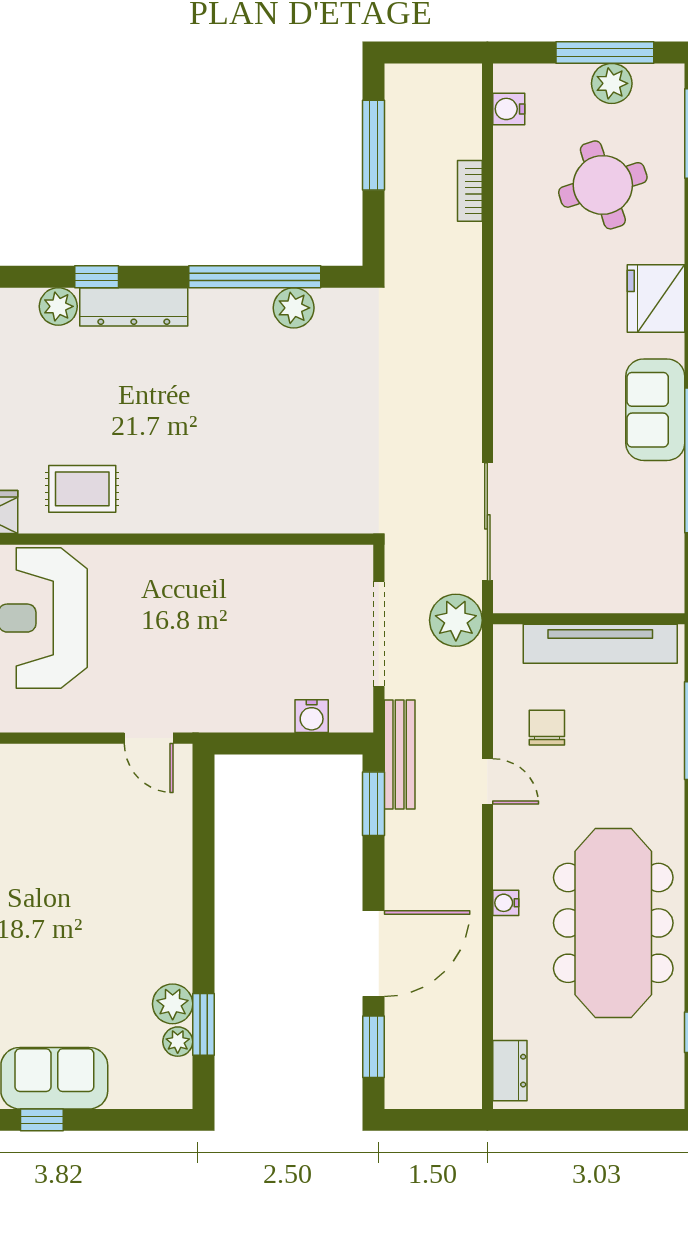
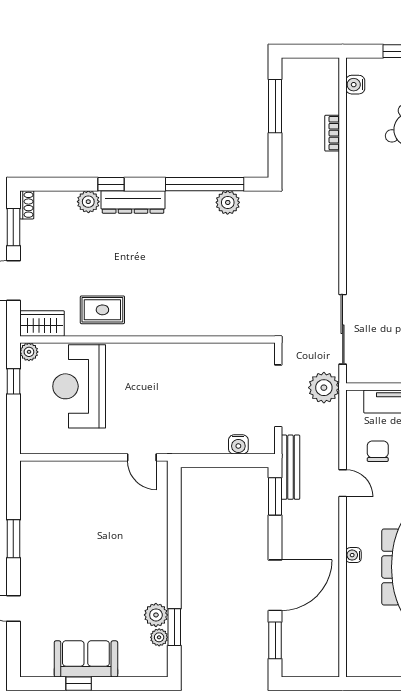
dresser: (510, 1071) -> (356, 654), removed

